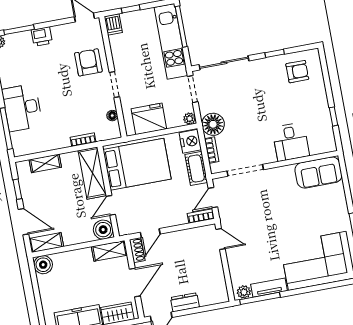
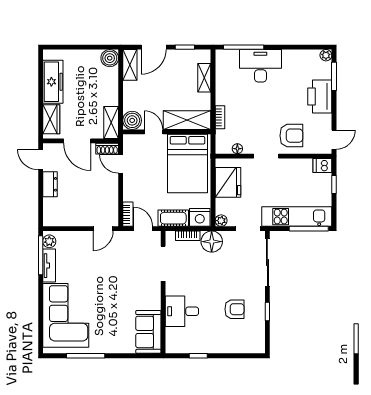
printer: (42, 36) -> (320, 96), width x1.87, depth x1.48
armchair: (297, 72) -> (234, 309), moved, turned -90

